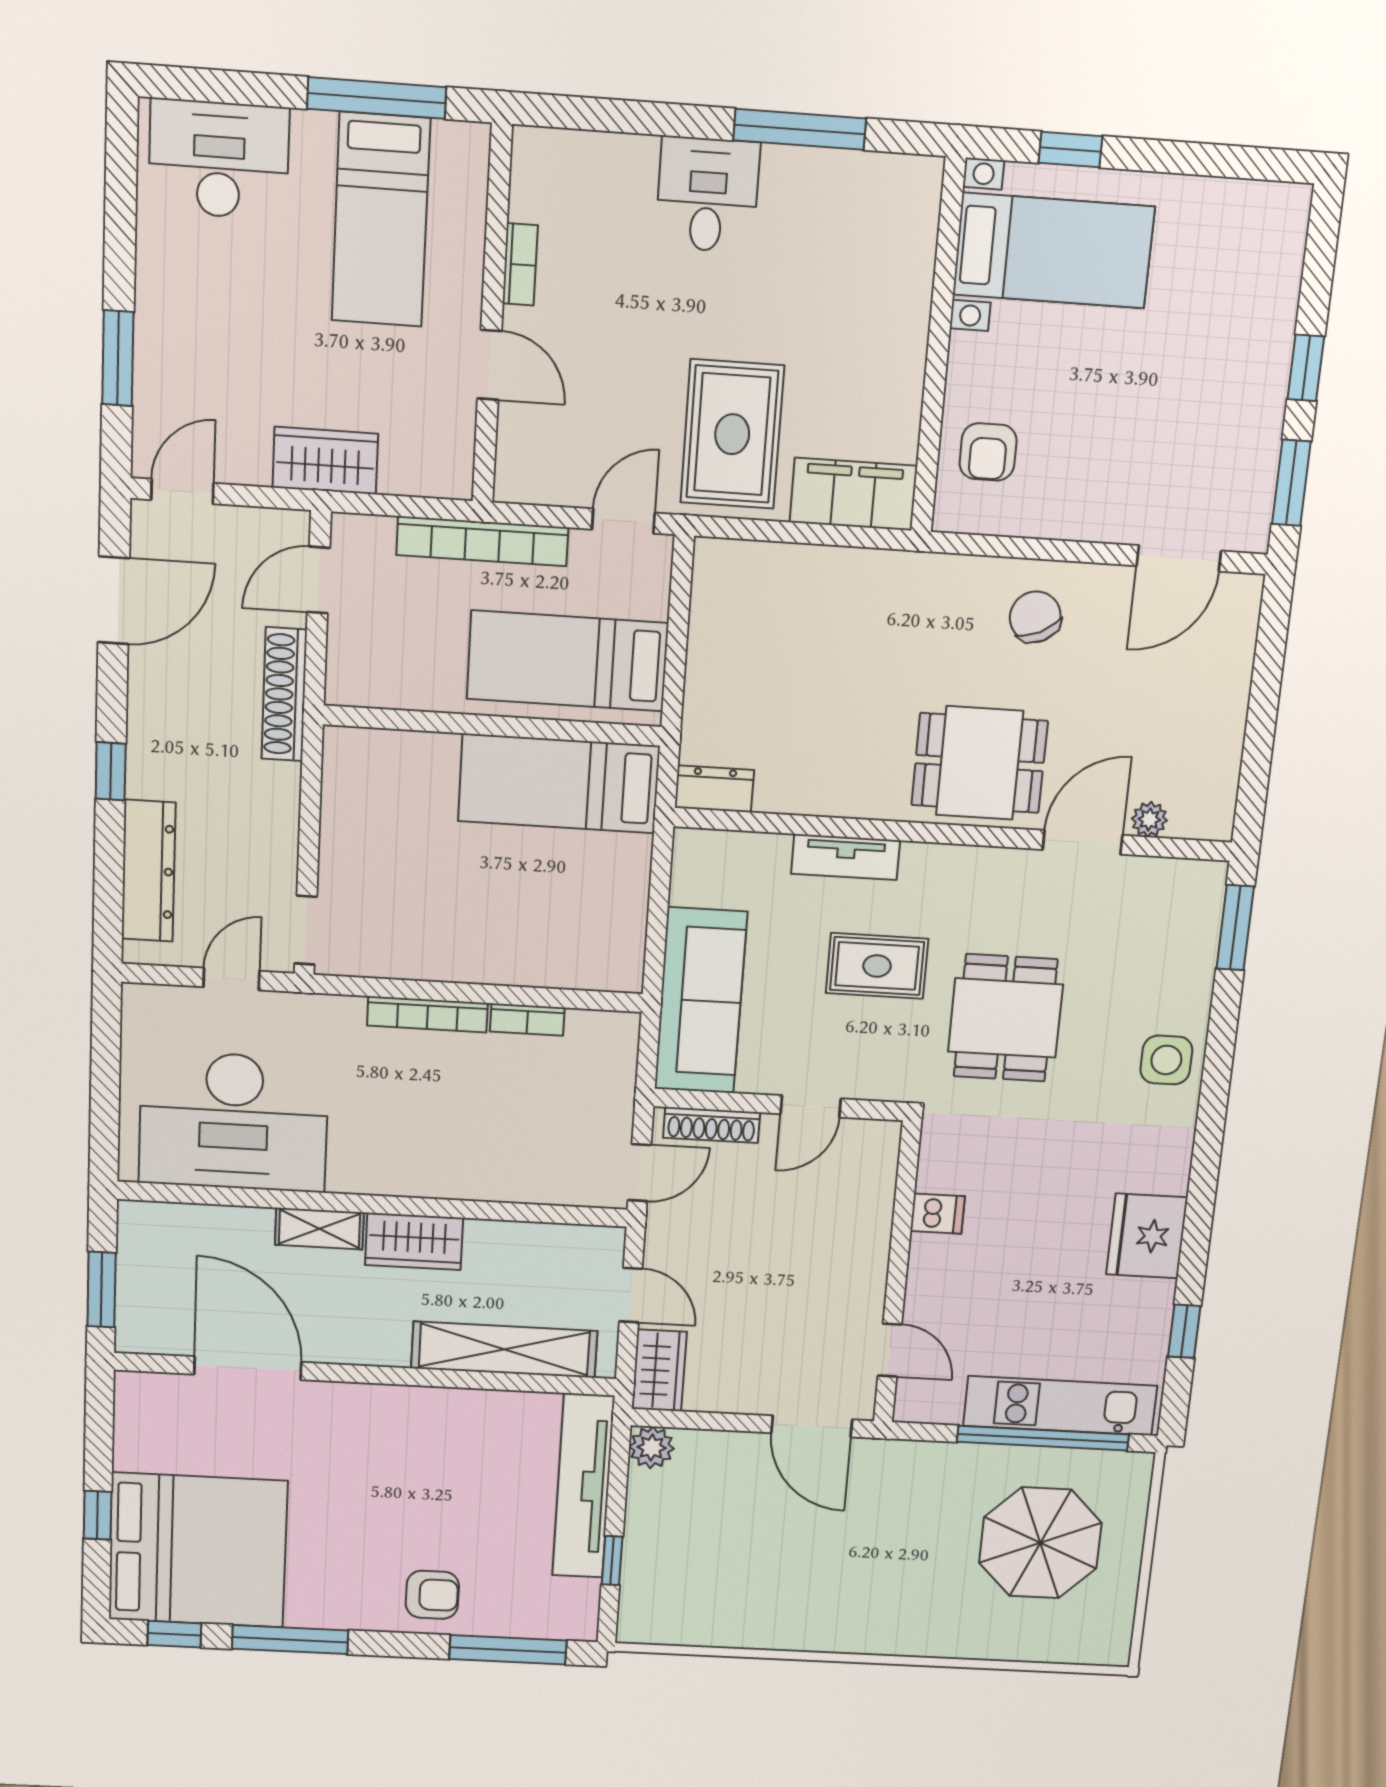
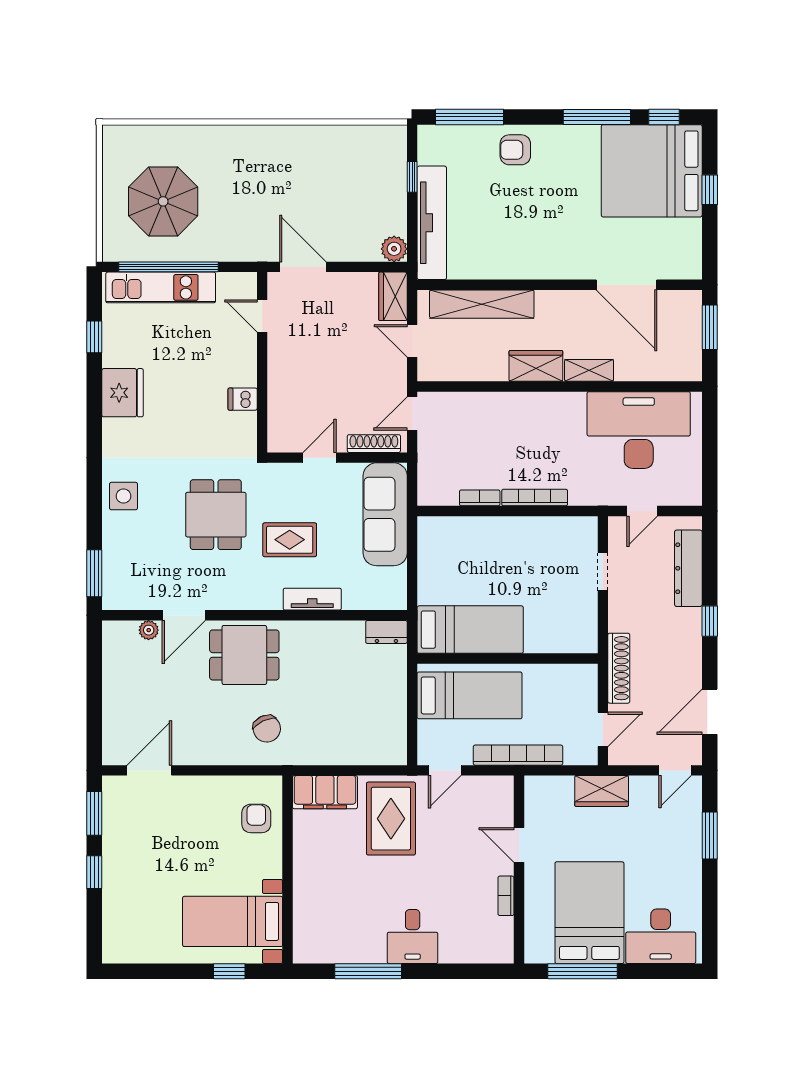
bed: (381, 220) -> (589, 913), width x1.50
chair: (1035, 617) -> (267, 729), moved
doorway: (306, 930) -> (603, 572), moved

